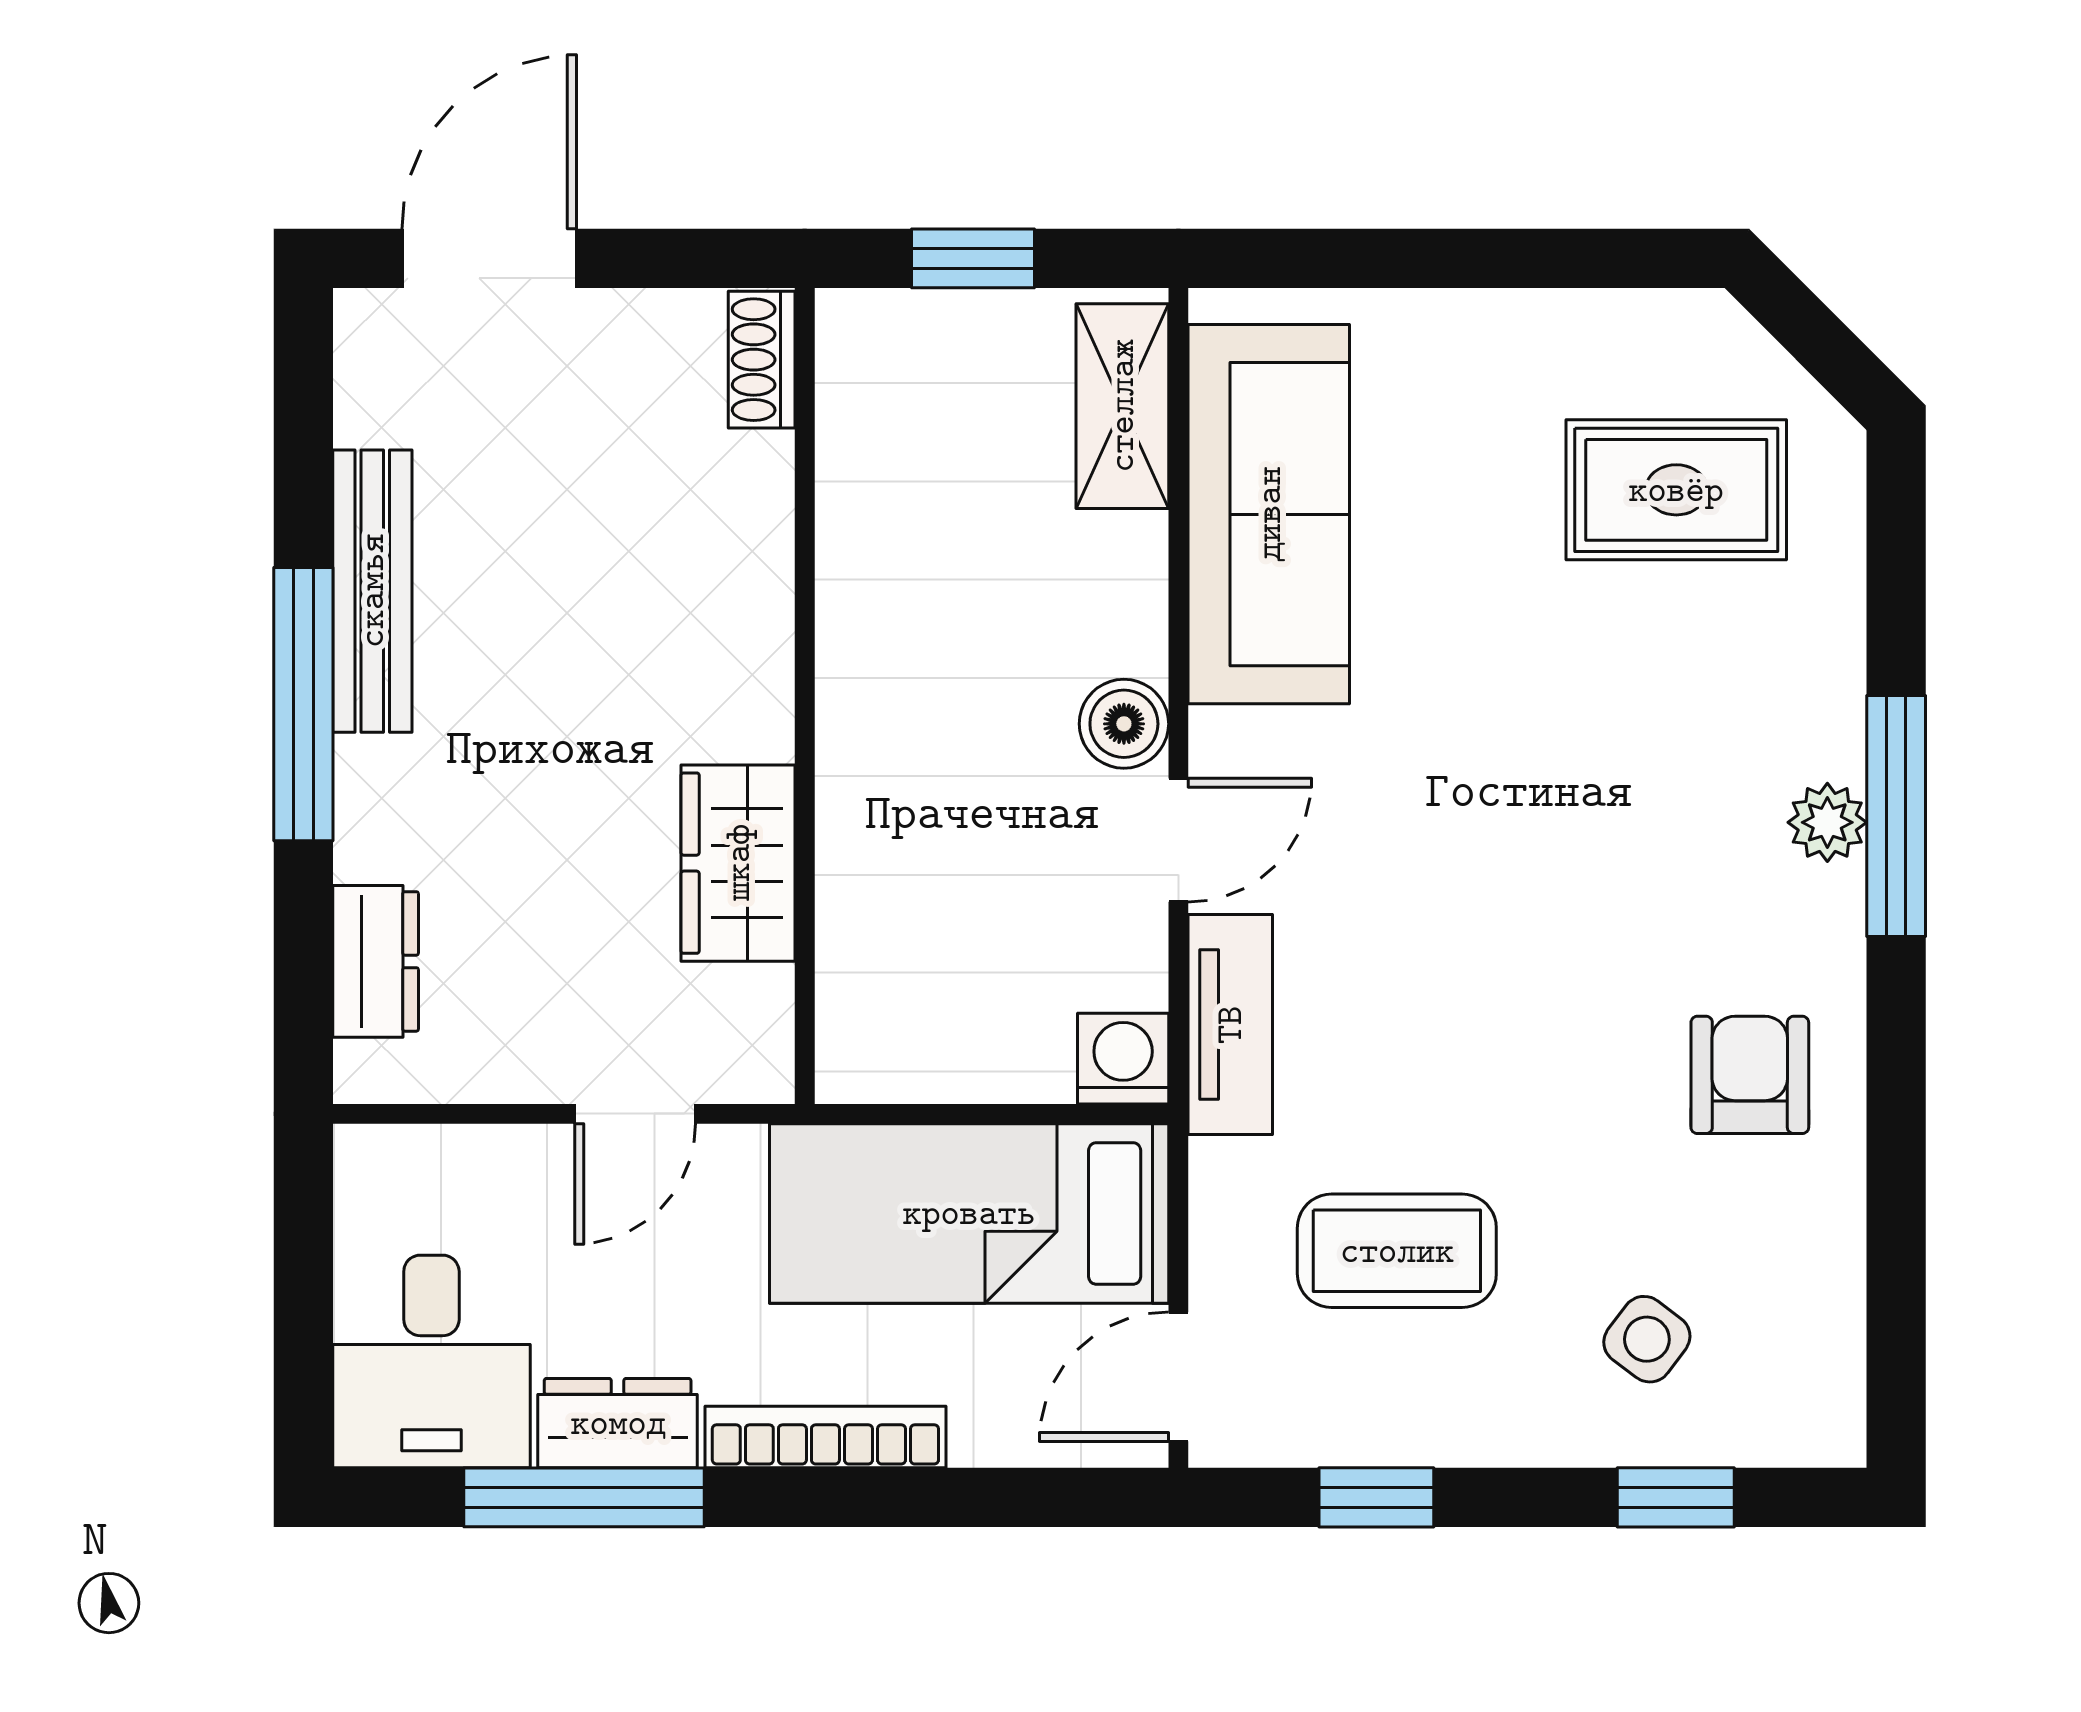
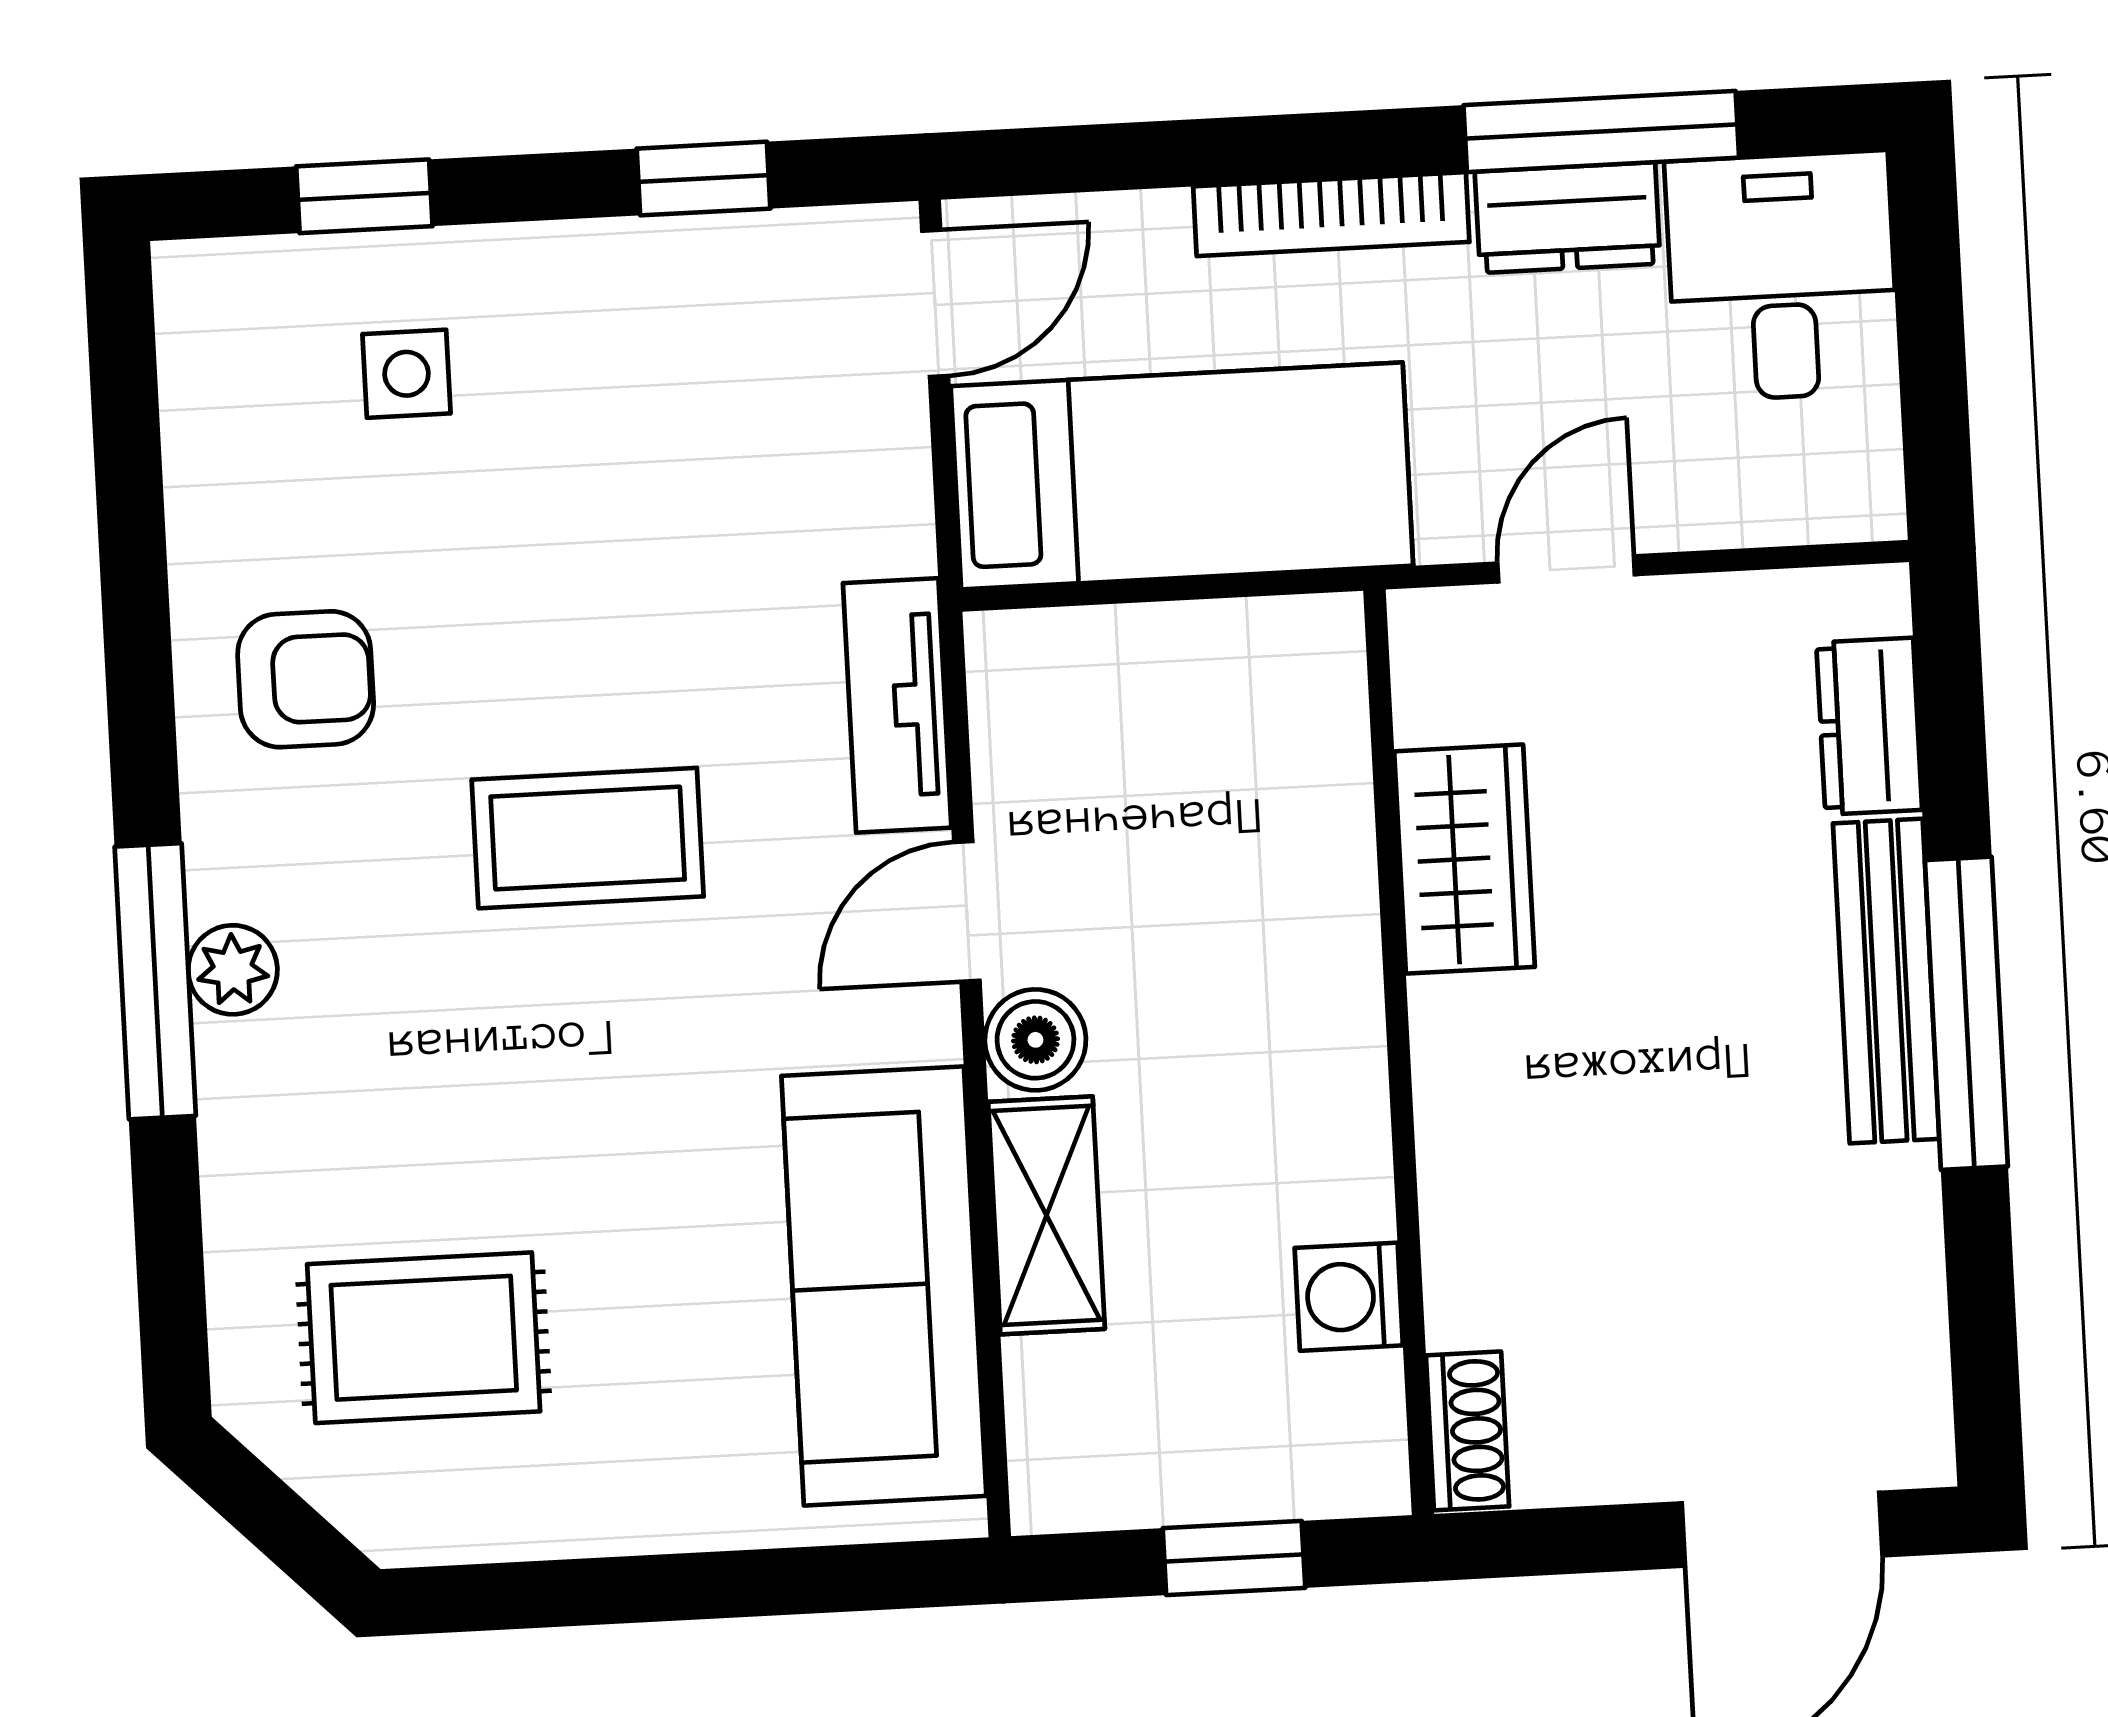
shelving: (1122, 406) -> (1046, 1215), moved
bench: (372, 591) -> (1886, 981), moved
washing machine: (1123, 1059) -> (1349, 1297), moved, turned 90
armchair: (1750, 1075) -> (306, 679), turned -90
coffee table: (1397, 1251) -> (588, 838), moved
side table: (1647, 1339) -> (406, 374), turned -37

